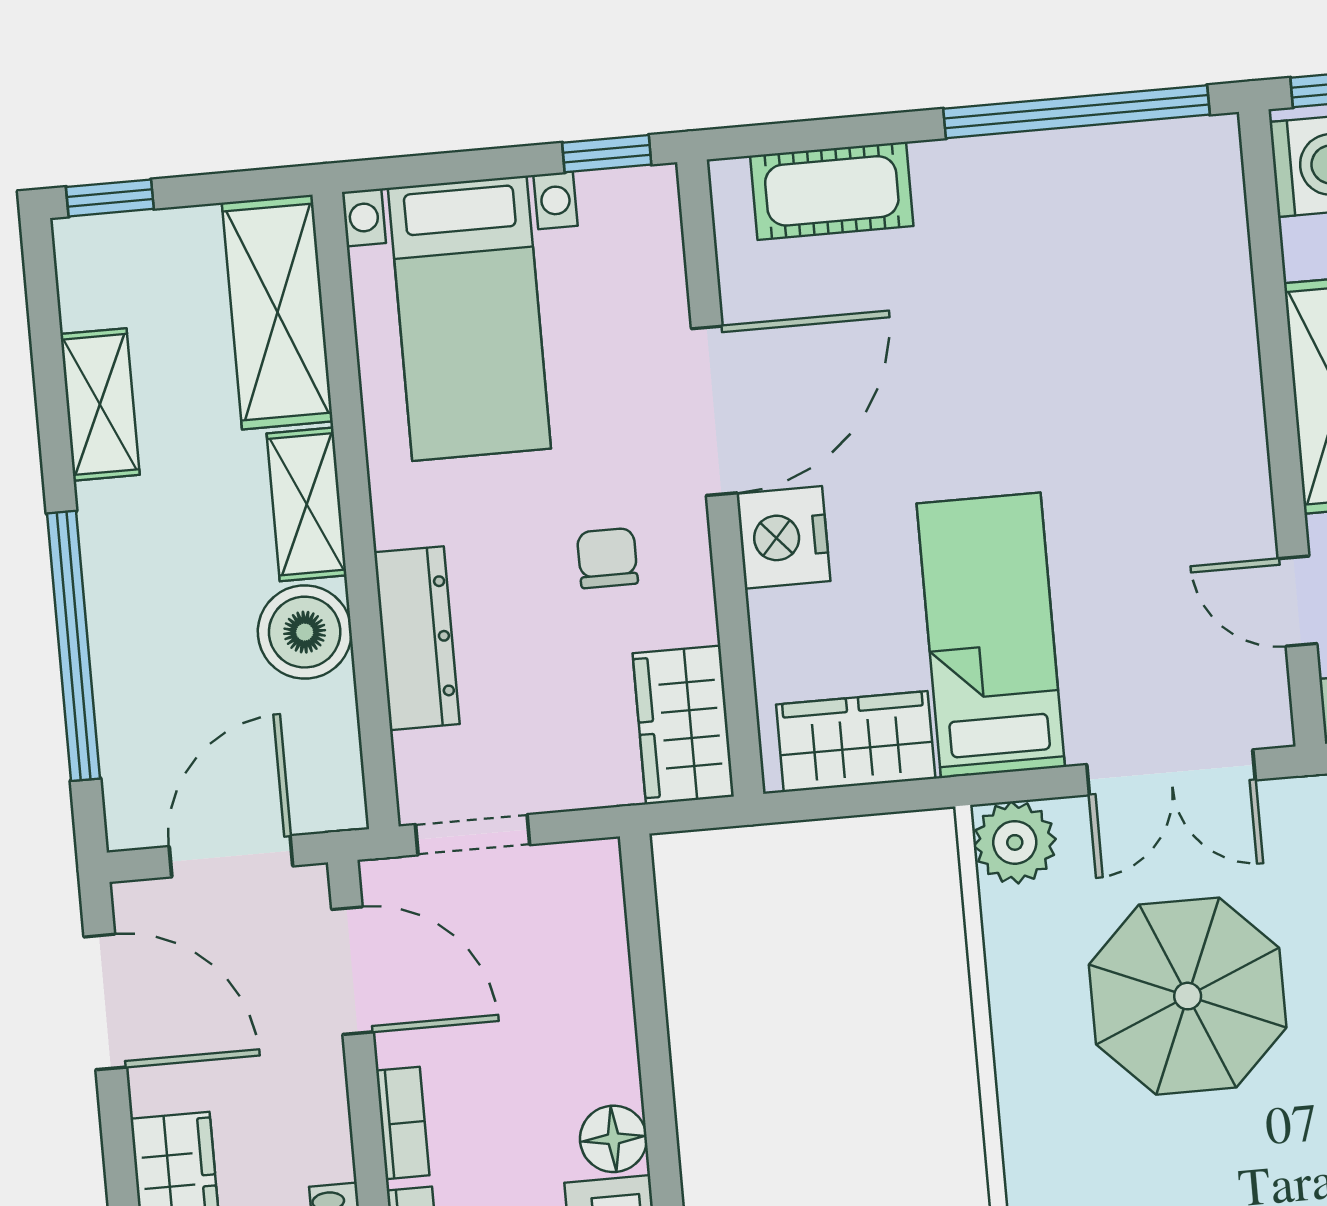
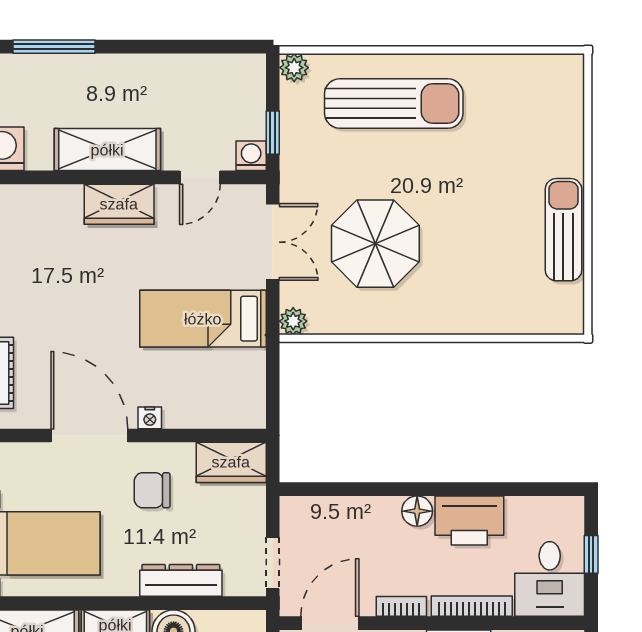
nightstand: (783, 537) -> (150, 418), width x0.53, depth x0.56
chair: (607, 558) -> (152, 490), width x1.37, depth x1.37
wardrobe: (856, 742) -> (119, 204), moved, turned -90
plant: (1015, 842) -> (293, 321), width x0.73, depth x0.73

